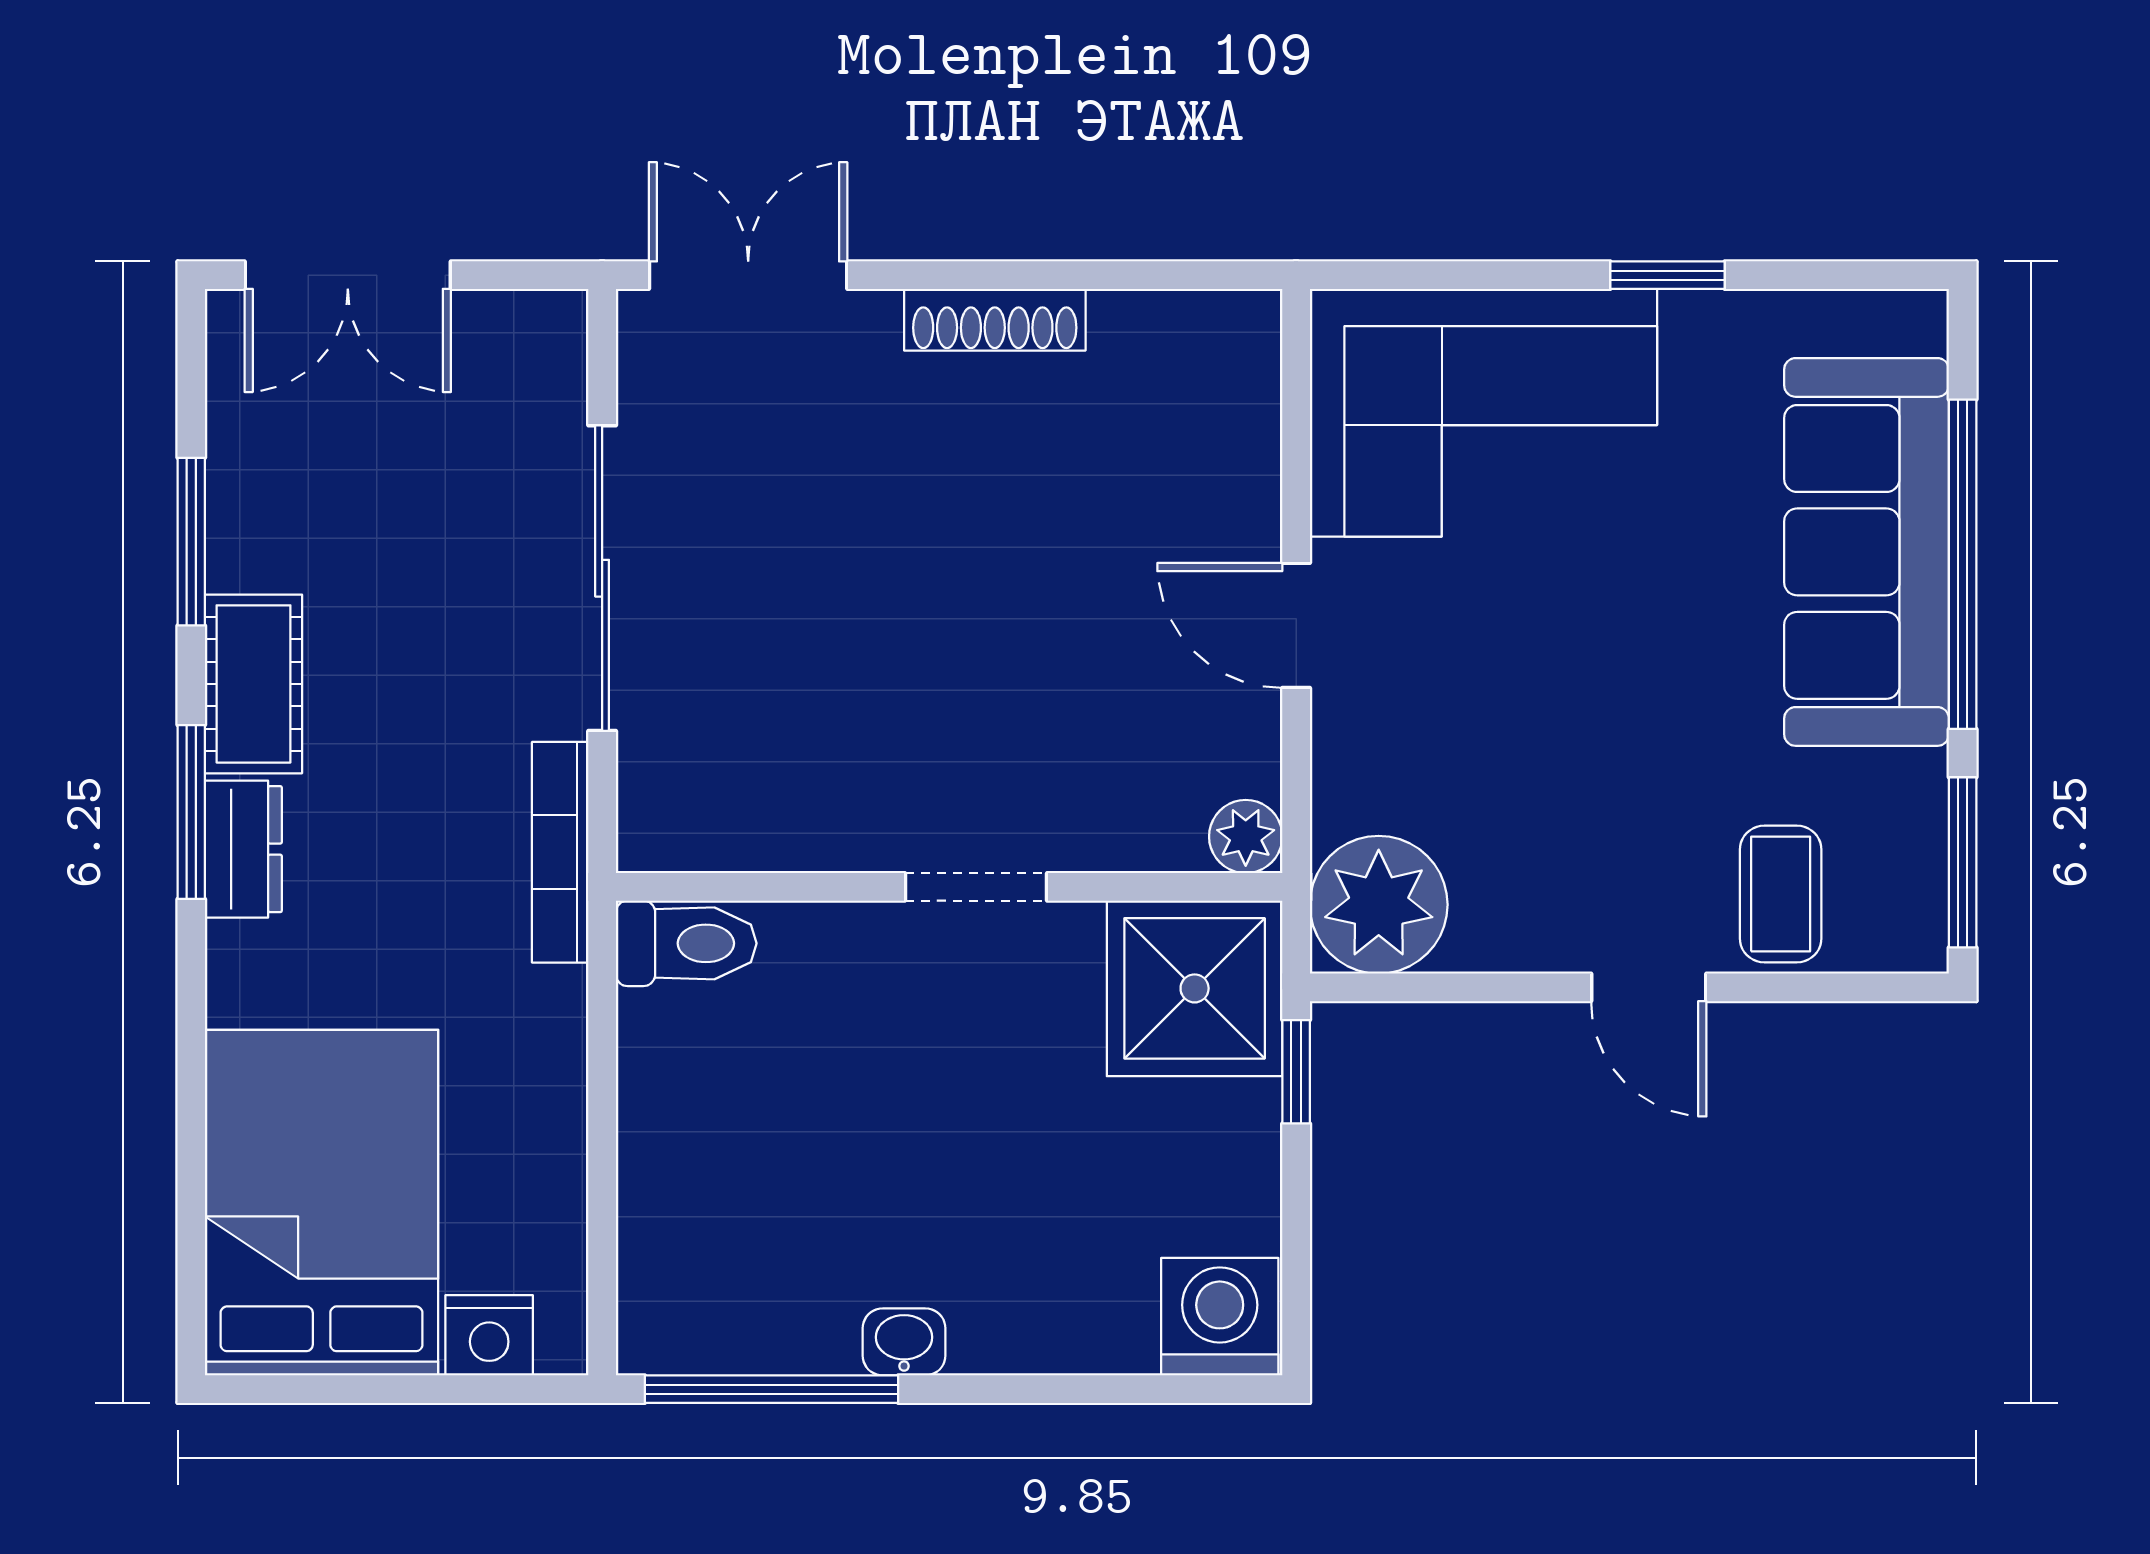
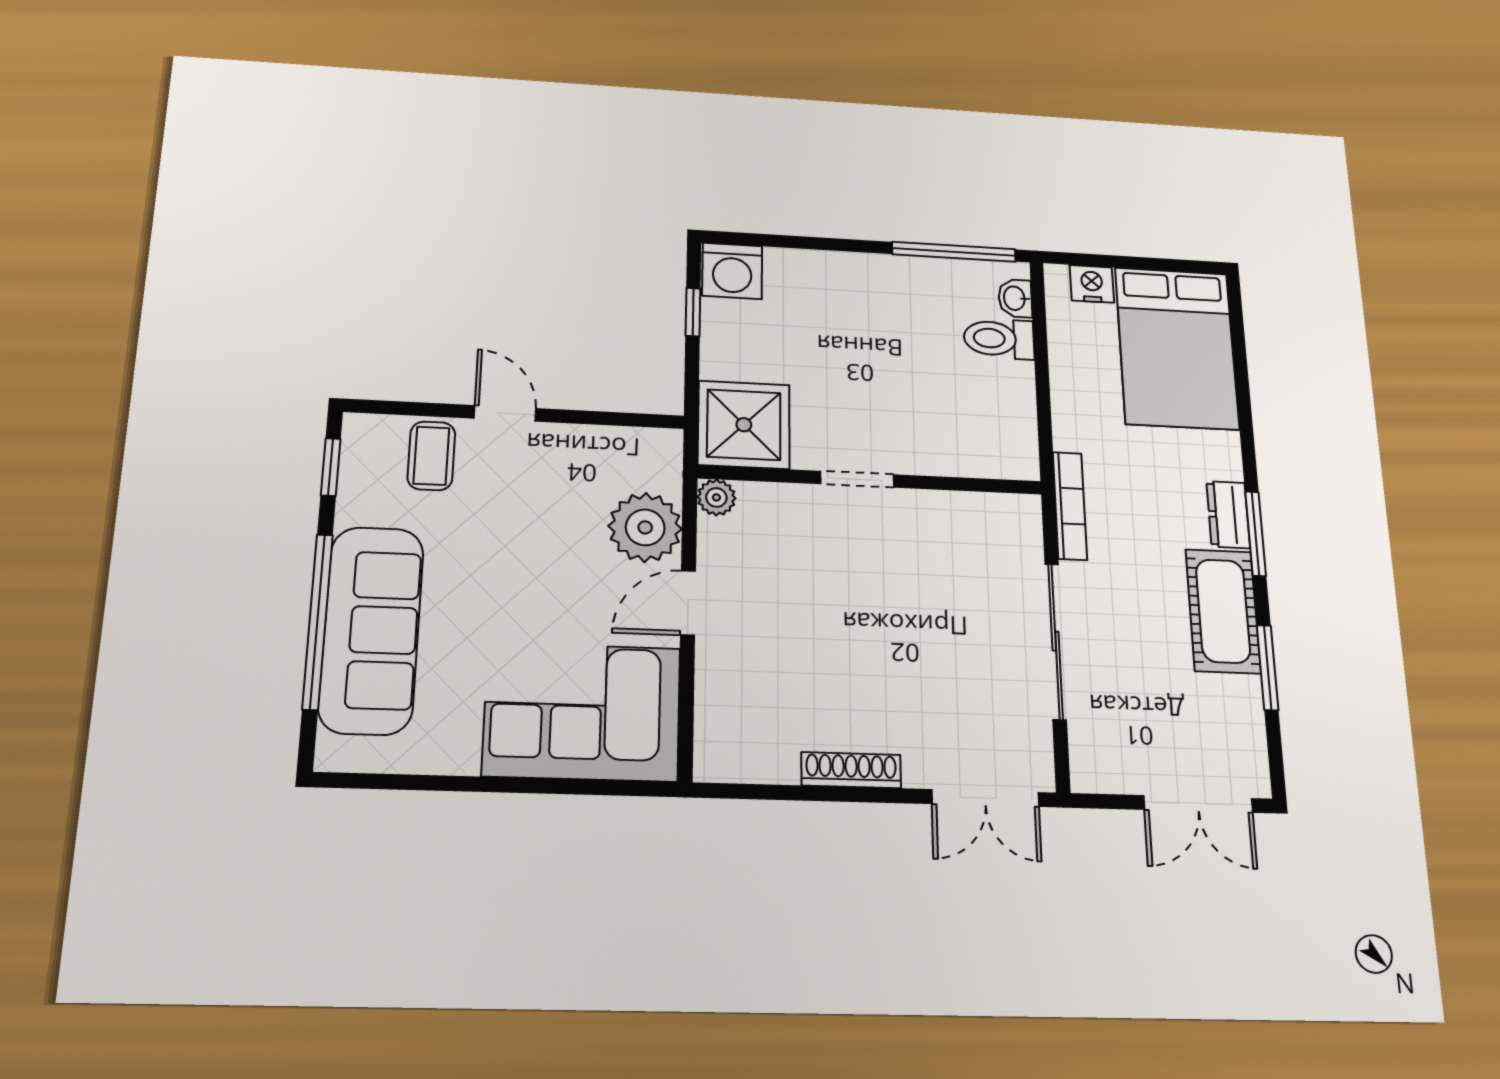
double door: (348, 275) -> (1198, 804), swing flipped
window: (1668, 275) -> (475, 784), removed
door: (1296, 625) -> (688, 603), swing flipped
cot: (253, 684) -> (1223, 611), width x1.37, depth x1.34
window: (1963, 862) -> (331, 467), width x0.67
plant: (1379, 905) -> (645, 527), moved
toilet: (686, 943) -> (999, 339), moved
window: (1296, 1072) -> (693, 312), moved
washbasin: (904, 1342) -> (1015, 298), moved, turned 90

